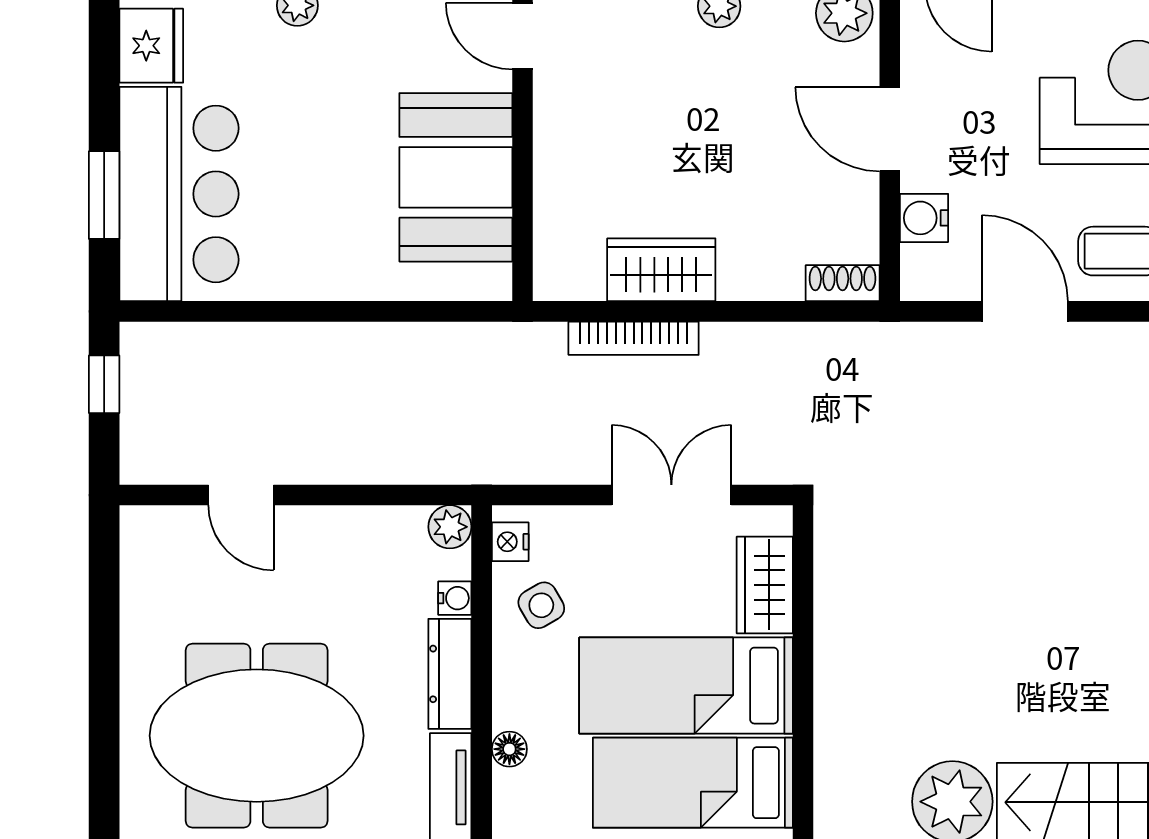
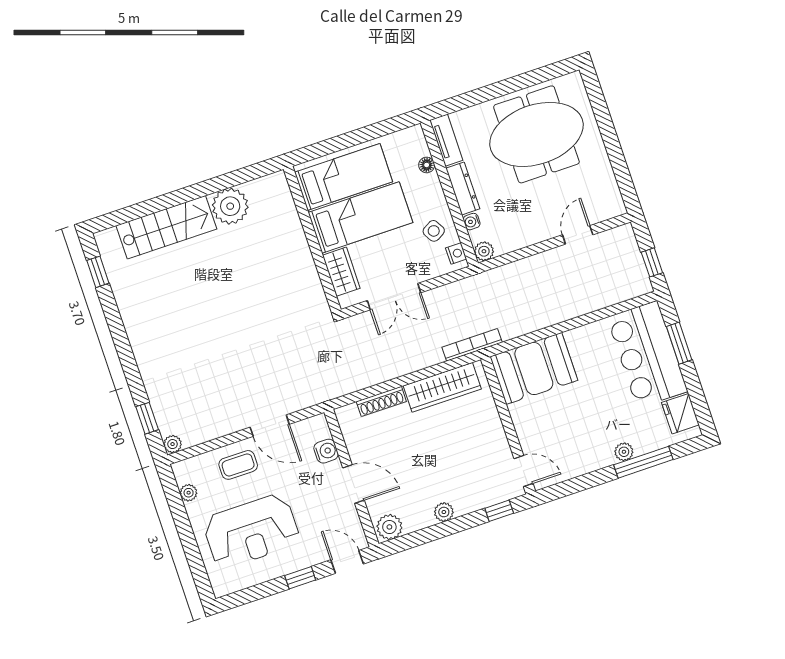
booth: (456, 177) -> (534, 368), moved, turned 90
wardrobe: (661, 270) -> (442, 387), width x1.50
shoe rack: (843, 283) -> (381, 401), moved, width x1.43
bookcase: (634, 338) -> (472, 345), moved
door: (241, 495) -> (578, 235), hinge flipped

